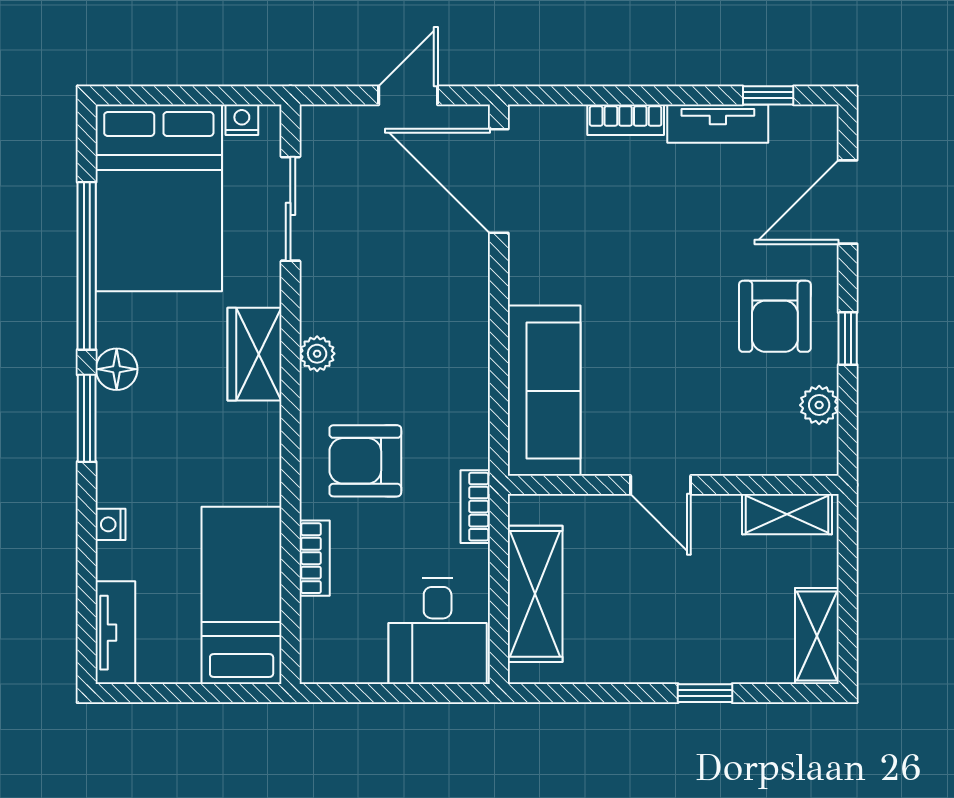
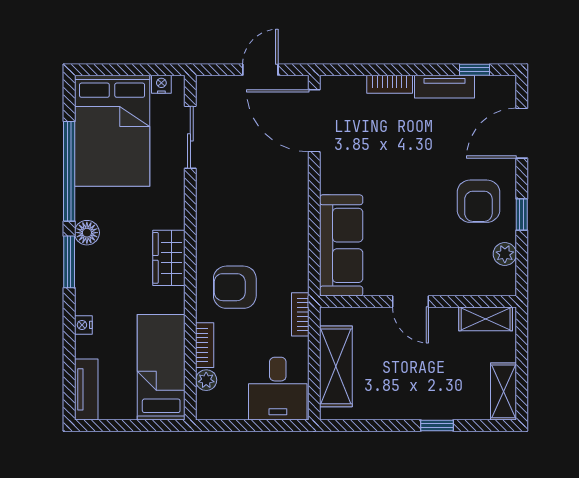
wardrobe: (254, 354) -> (169, 258), moved
plant: (317, 354) -> (206, 380), moved

